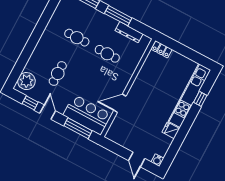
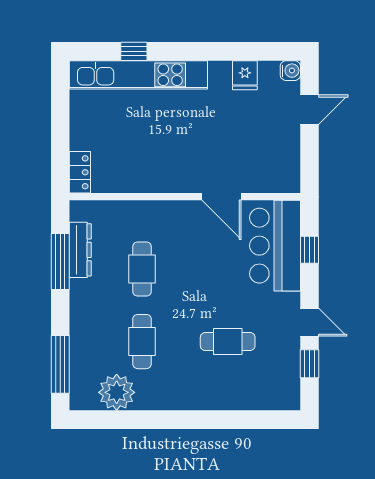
window: (118, 16) -> (60, 262), moved
plant: (26, 81) -> (117, 392), moved
door: (48, 112) -> (310, 322), swing flipped
window: (78, 128) -> (310, 250), width x0.46
fridge: (171, 130) -> (245, 75), moved

